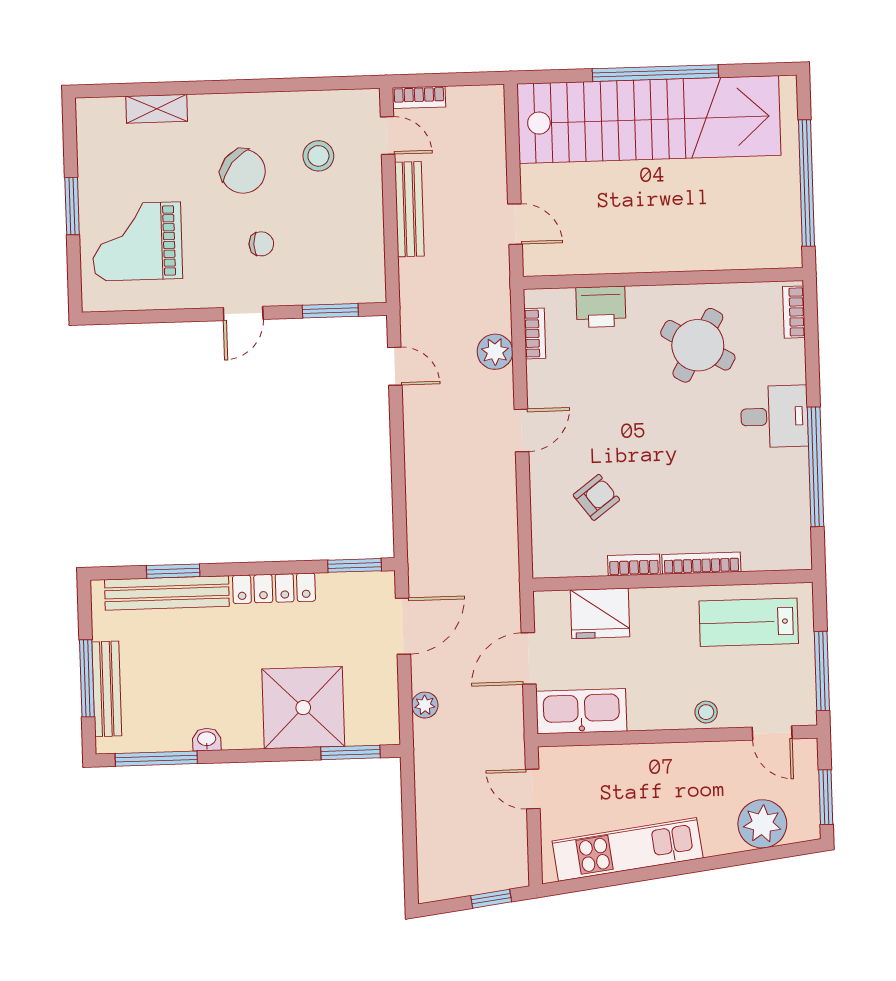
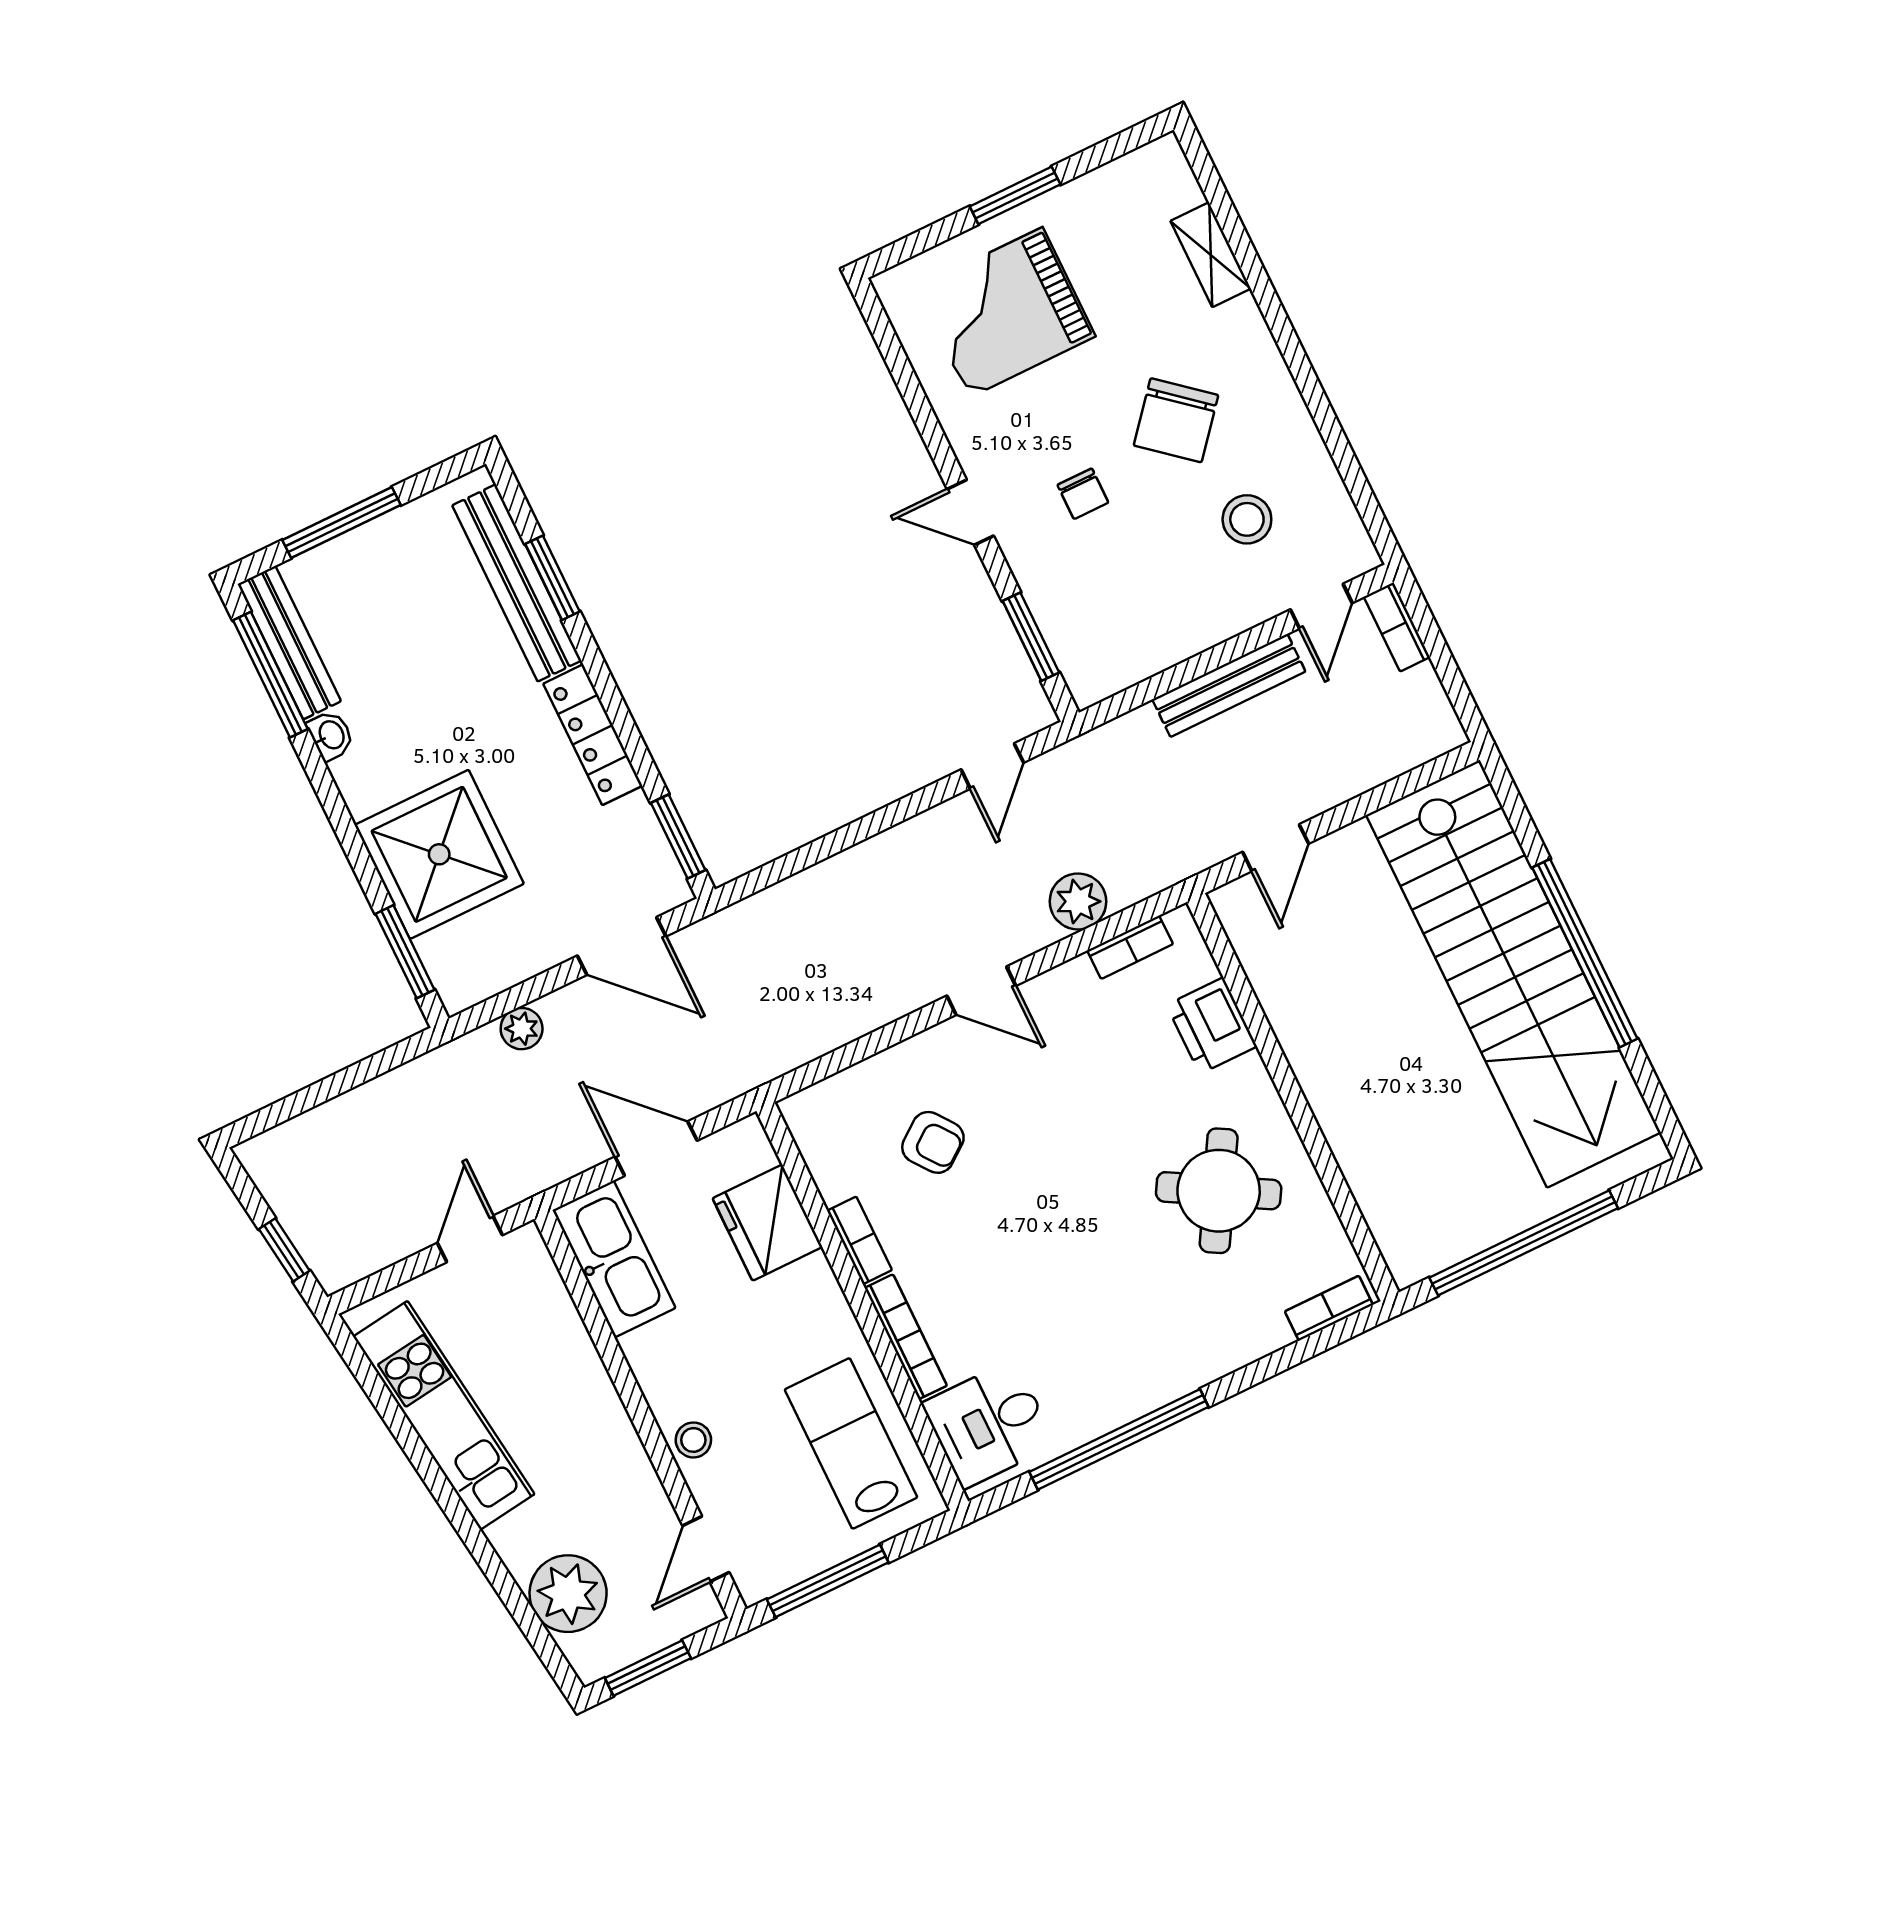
grand piano: (137, 241) -> (1006, 312), turned -90
desk: (774, 416) -> (989, 1424), moved, turned 90
bench: (107, 689) -> (289, 643), moved, turned 90

